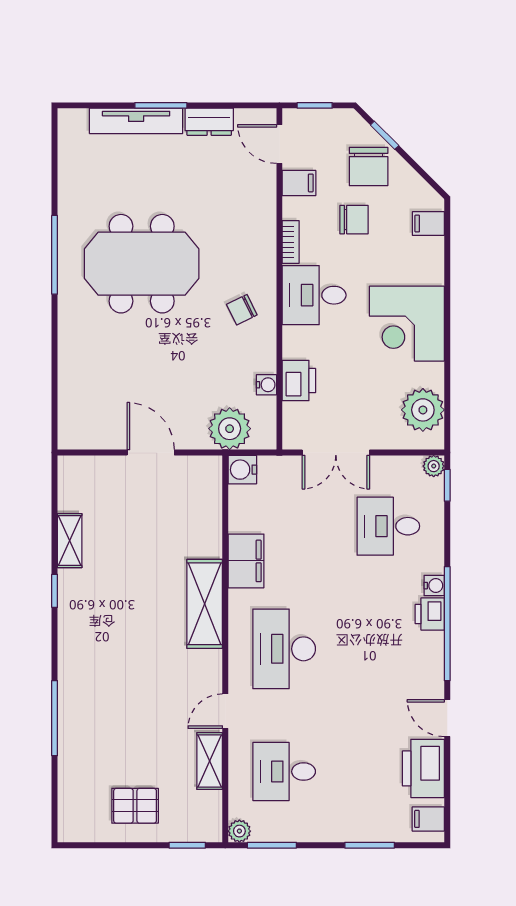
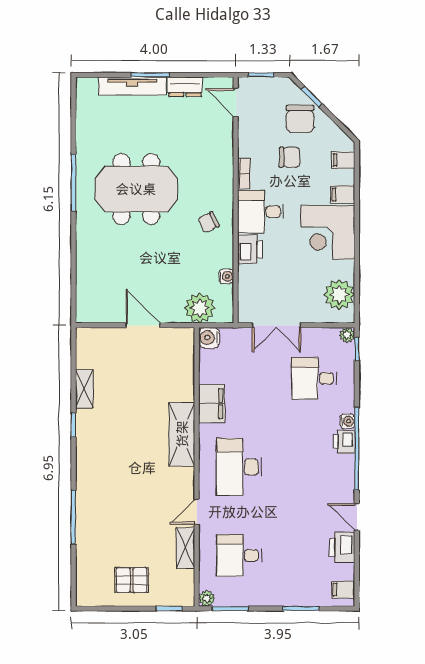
filing cabinet: (299, 183) -> (343, 195), moved, turned 180
printer: (299, 381) -> (250, 249), moved
printer: (423, 768) -> (342, 547), width x0.73, depth x0.84

